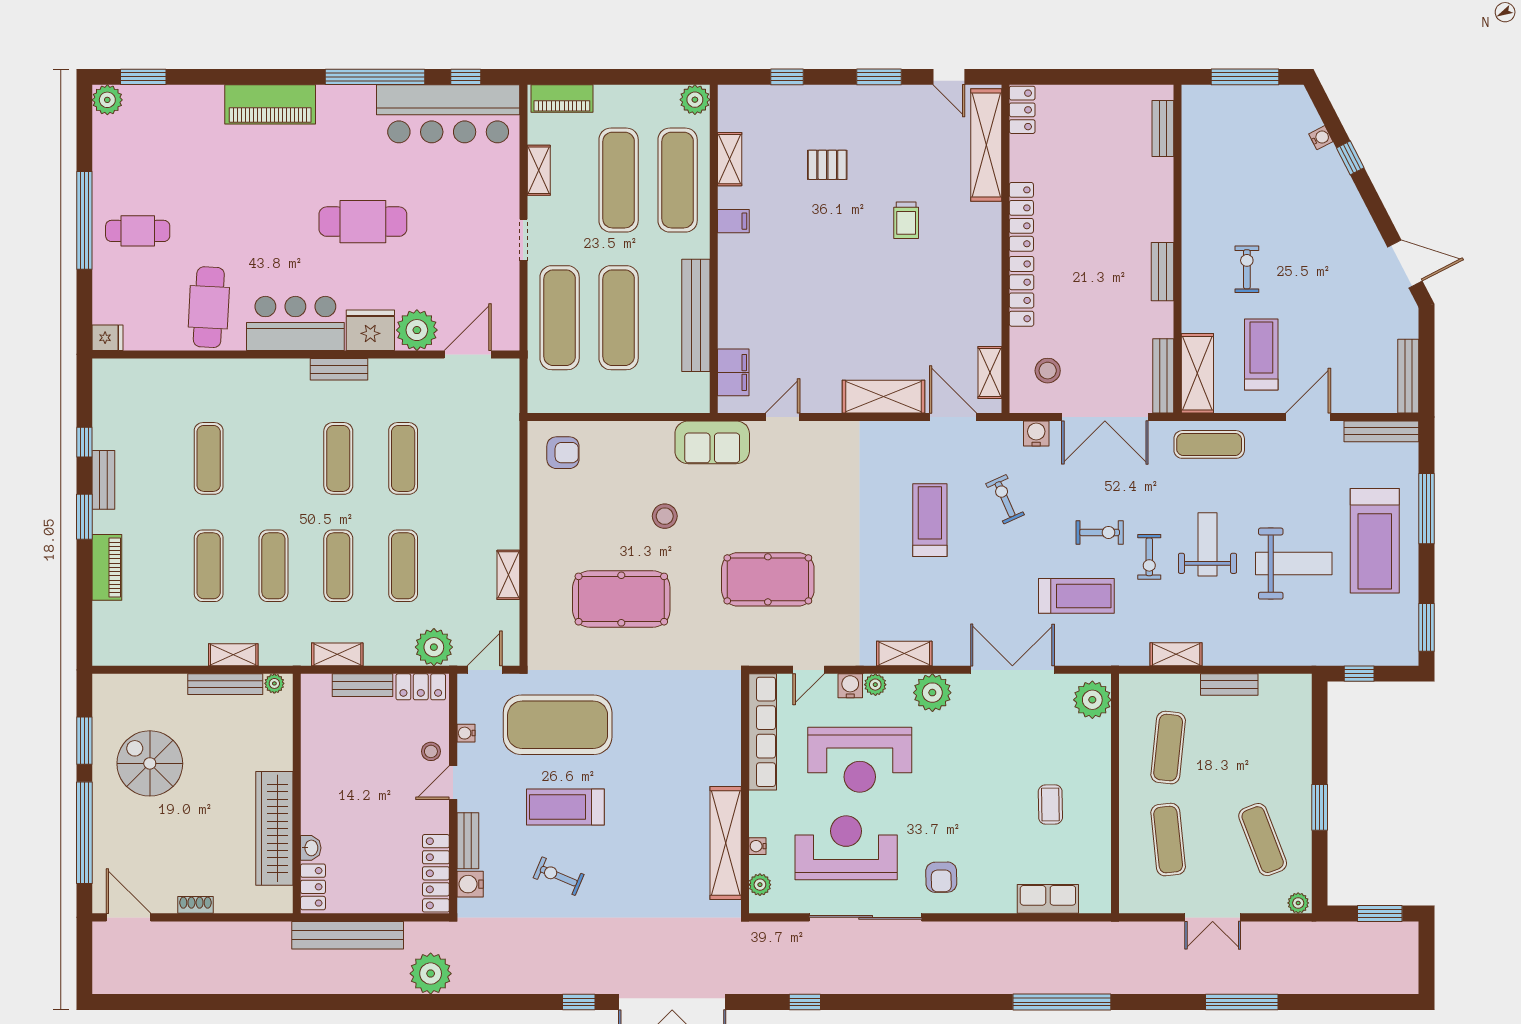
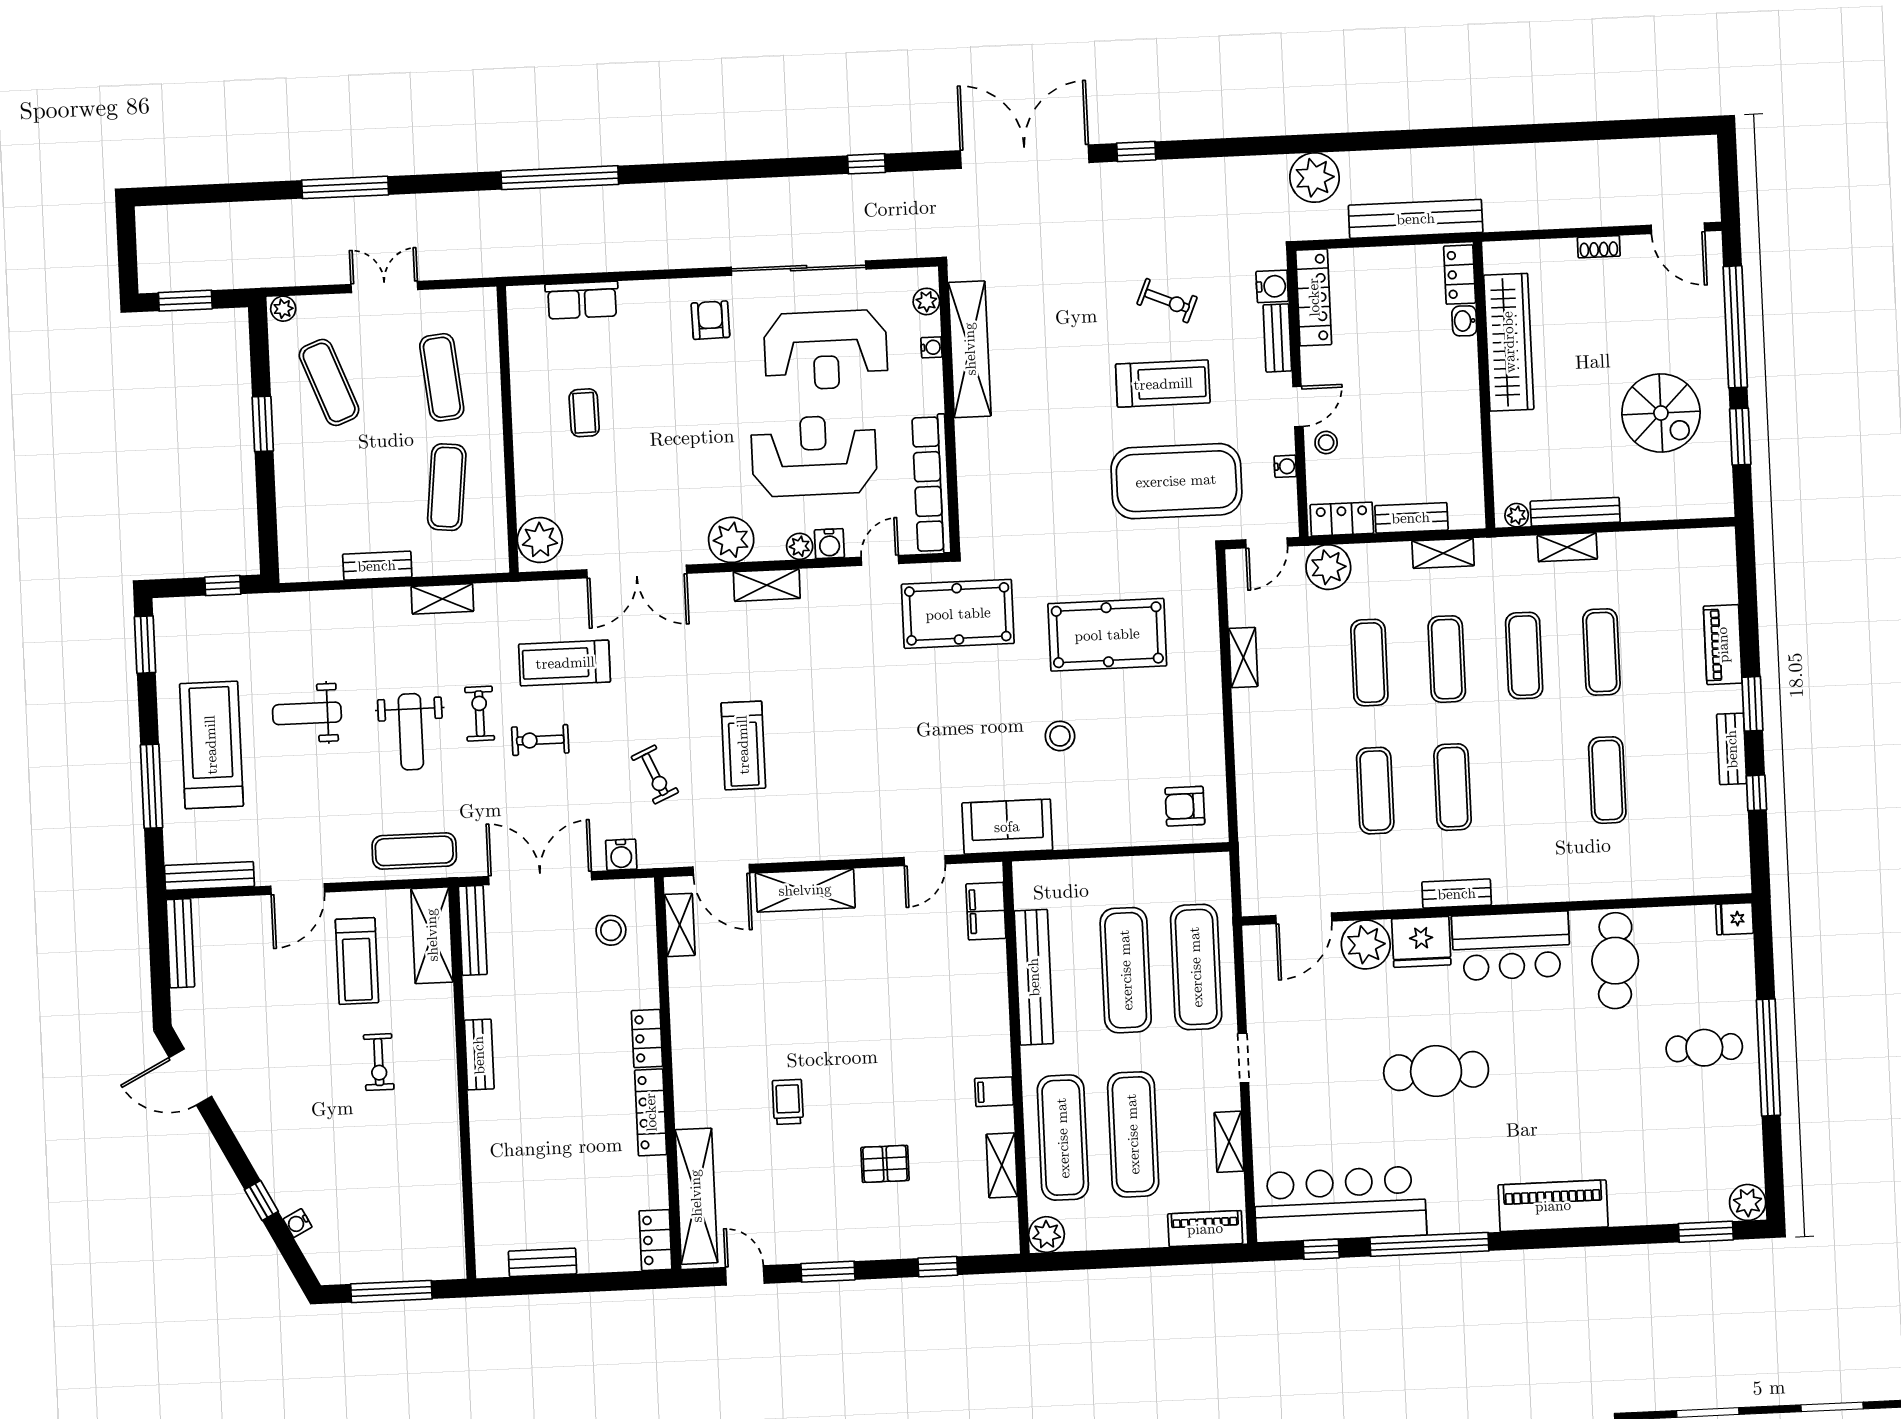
bench: (1163, 128) -> (543, 1262), moved, turned 90
locker: (1022, 291) -> (647, 1039), width x0.66
weight bench: (1294, 564) -> (307, 713), width x0.73, depth x0.75
pool table: (768, 579) -> (958, 614), moved

